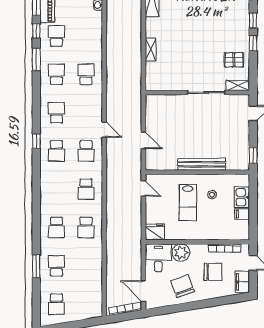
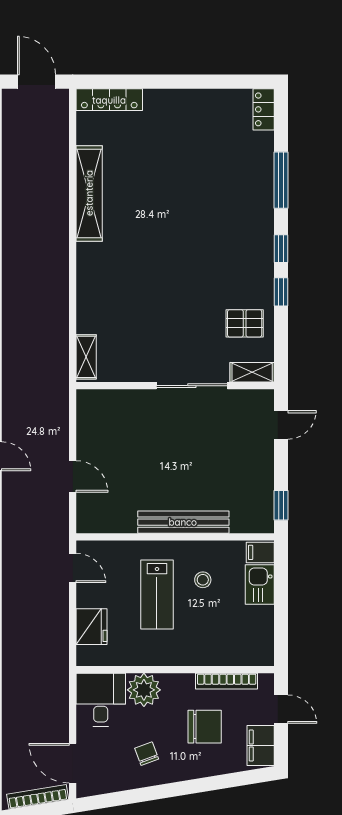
shelving: (151, 49) -> (86, 357), moved
filing cabinet: (242, 214) -> (260, 552), moved
fridge: (155, 232) -> (91, 627), moved, turned 90
chair: (182, 286) -> (147, 754), width x0.54, depth x0.54

